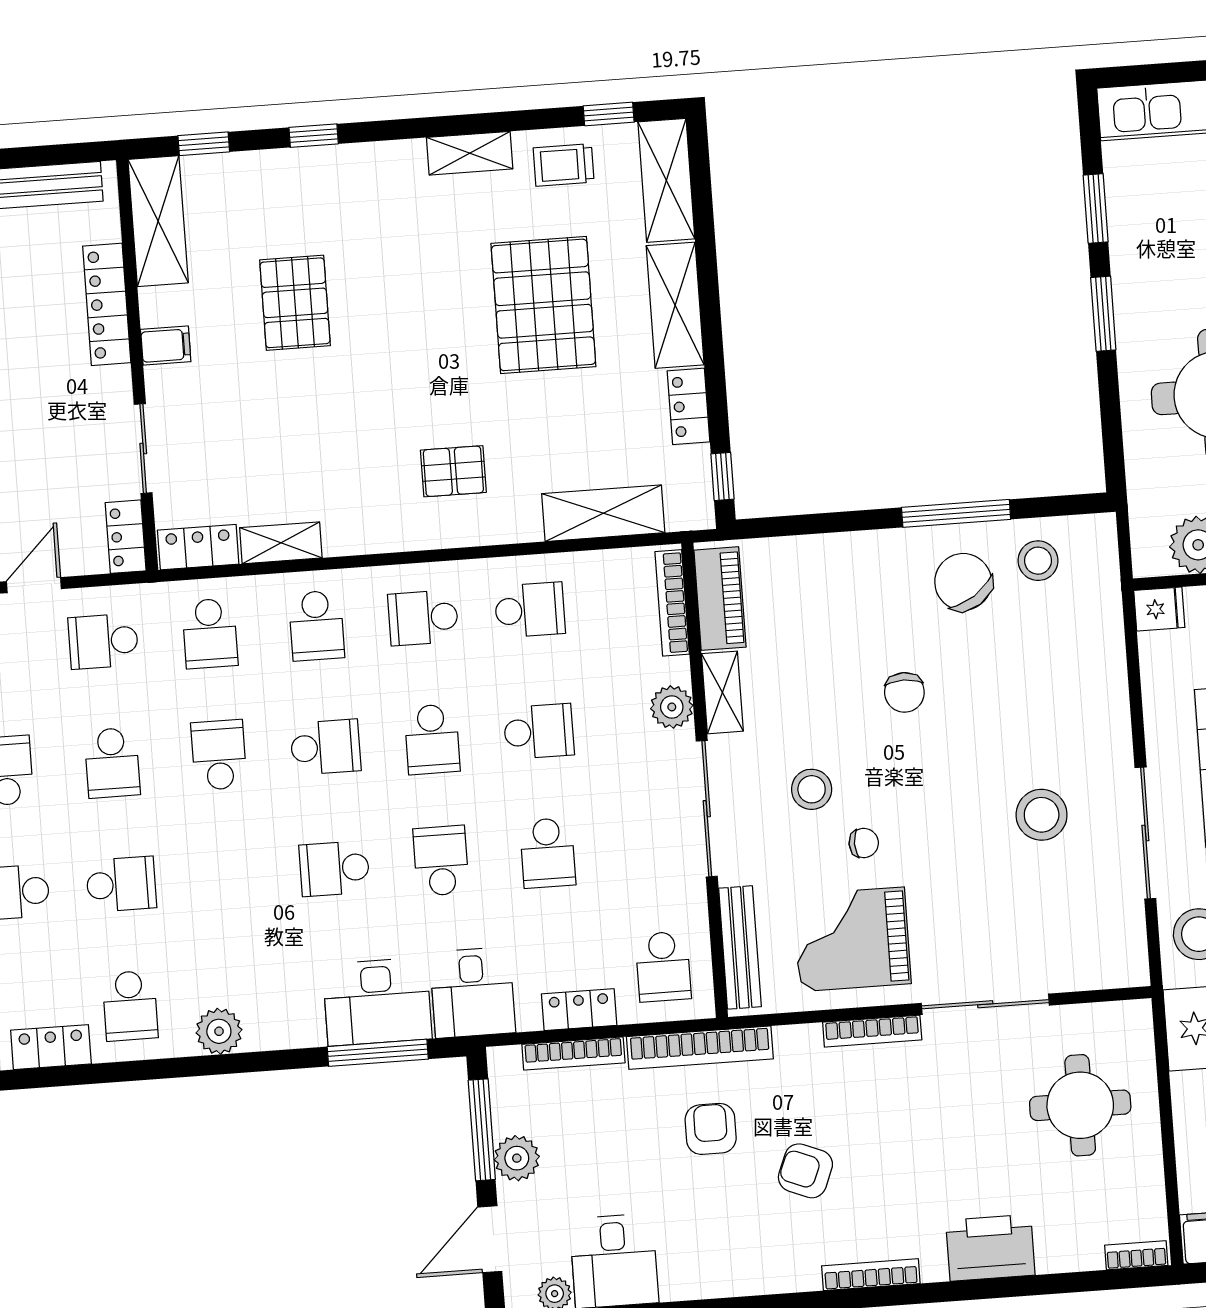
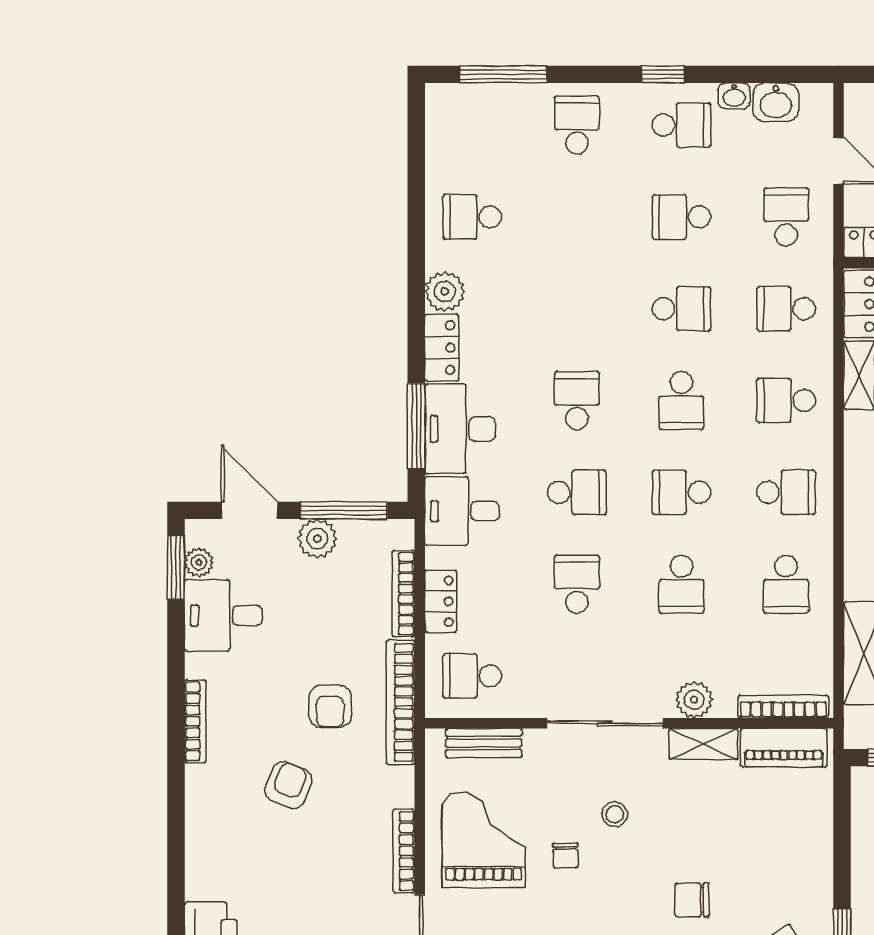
school desk: (423, 618) -> (786, 492), turned 90
stool: (812, 789) -> (615, 814), width x0.73, depth x0.73
school desk: (548, 853) -> (577, 584), turned 90
school desk: (121, 884) -> (577, 217), removed
bench: (740, 947) -> (484, 743), width x0.73
locker: (51, 1047) -> (442, 348), moved
armchair: (711, 1129) -> (330, 706), turned 90
bookcase: (871, 1275) -> (195, 721), moved

